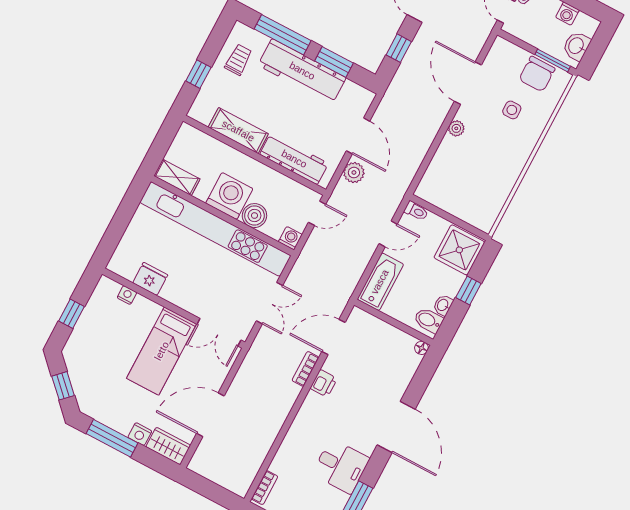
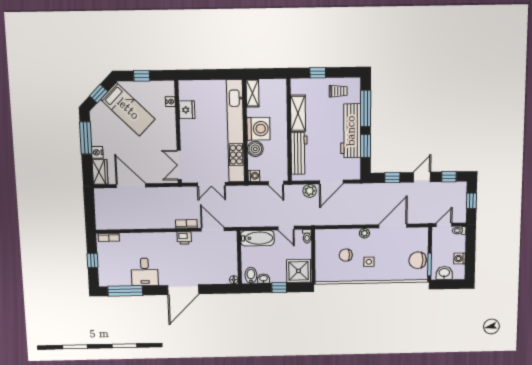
side table: (512, 110) -> (369, 262), moved
chair: (473, 171) -> (346, 255), added
bed: (162, 351) -> (128, 109), moved, turned -135

